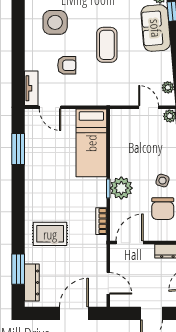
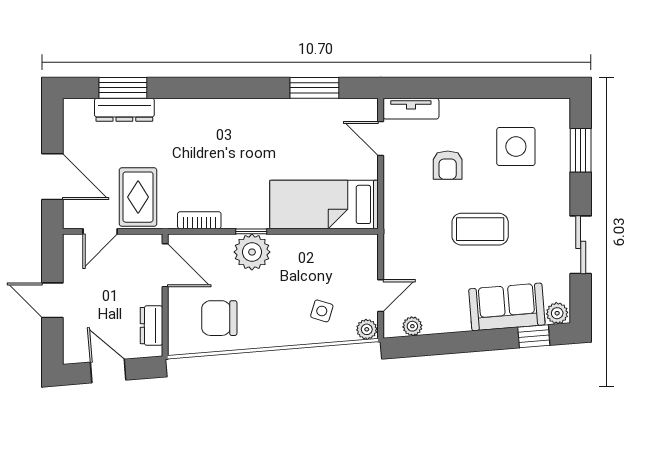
door: (50, 107) -> (381, 138), hinge flipped
side table: (162, 181) -> (322, 311), moved
rug: (50, 234) -> (138, 197), moved
dresser: (32, 282) -> (124, 110), moved

